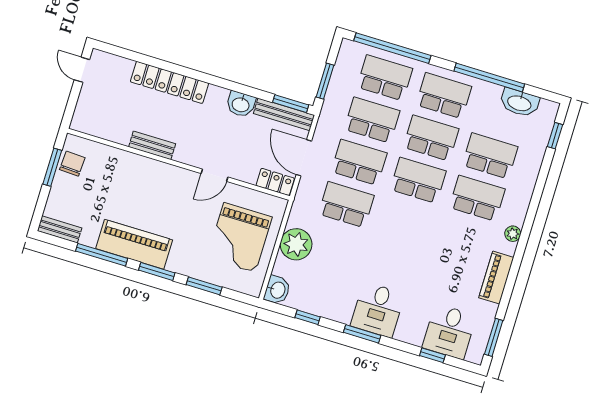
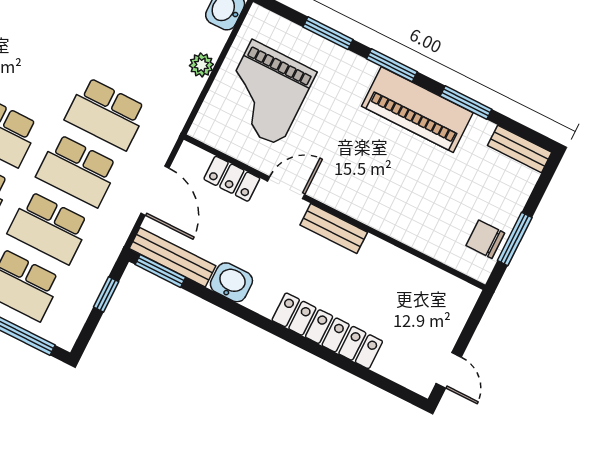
window: (325, 81) -> (106, 294), width x0.67
bench: (152, 145) -> (334, 229), moved
chair: (72, 164) -> (485, 239), turned 87
locker: (275, 182) -> (232, 179), moved
grand piano: (240, 238) -> (266, 93), turned 180
plant: (296, 244) -> (201, 65), width x0.53, depth x0.53
window: (102, 255) -> (466, 103), width x0.69

